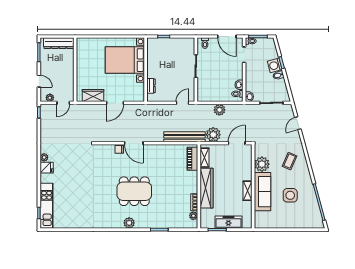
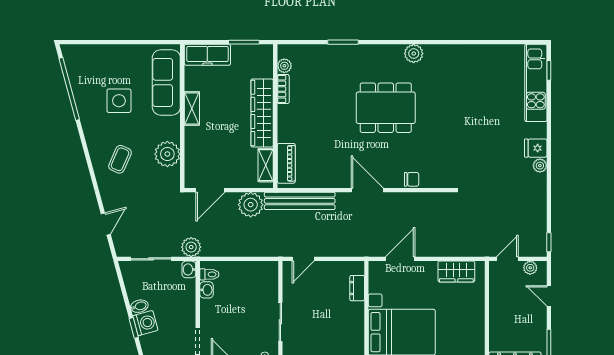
door: (115, 103) -> (400, 259), moved
plant: (219, 110) -> (191, 247), moved
door: (134, 143) -> (367, 190), moved
sofa: (263, 192) -> (166, 82), moved
freezer: (228, 222) -> (207, 55), moved
plant: (129, 223) -> (414, 54), moved

